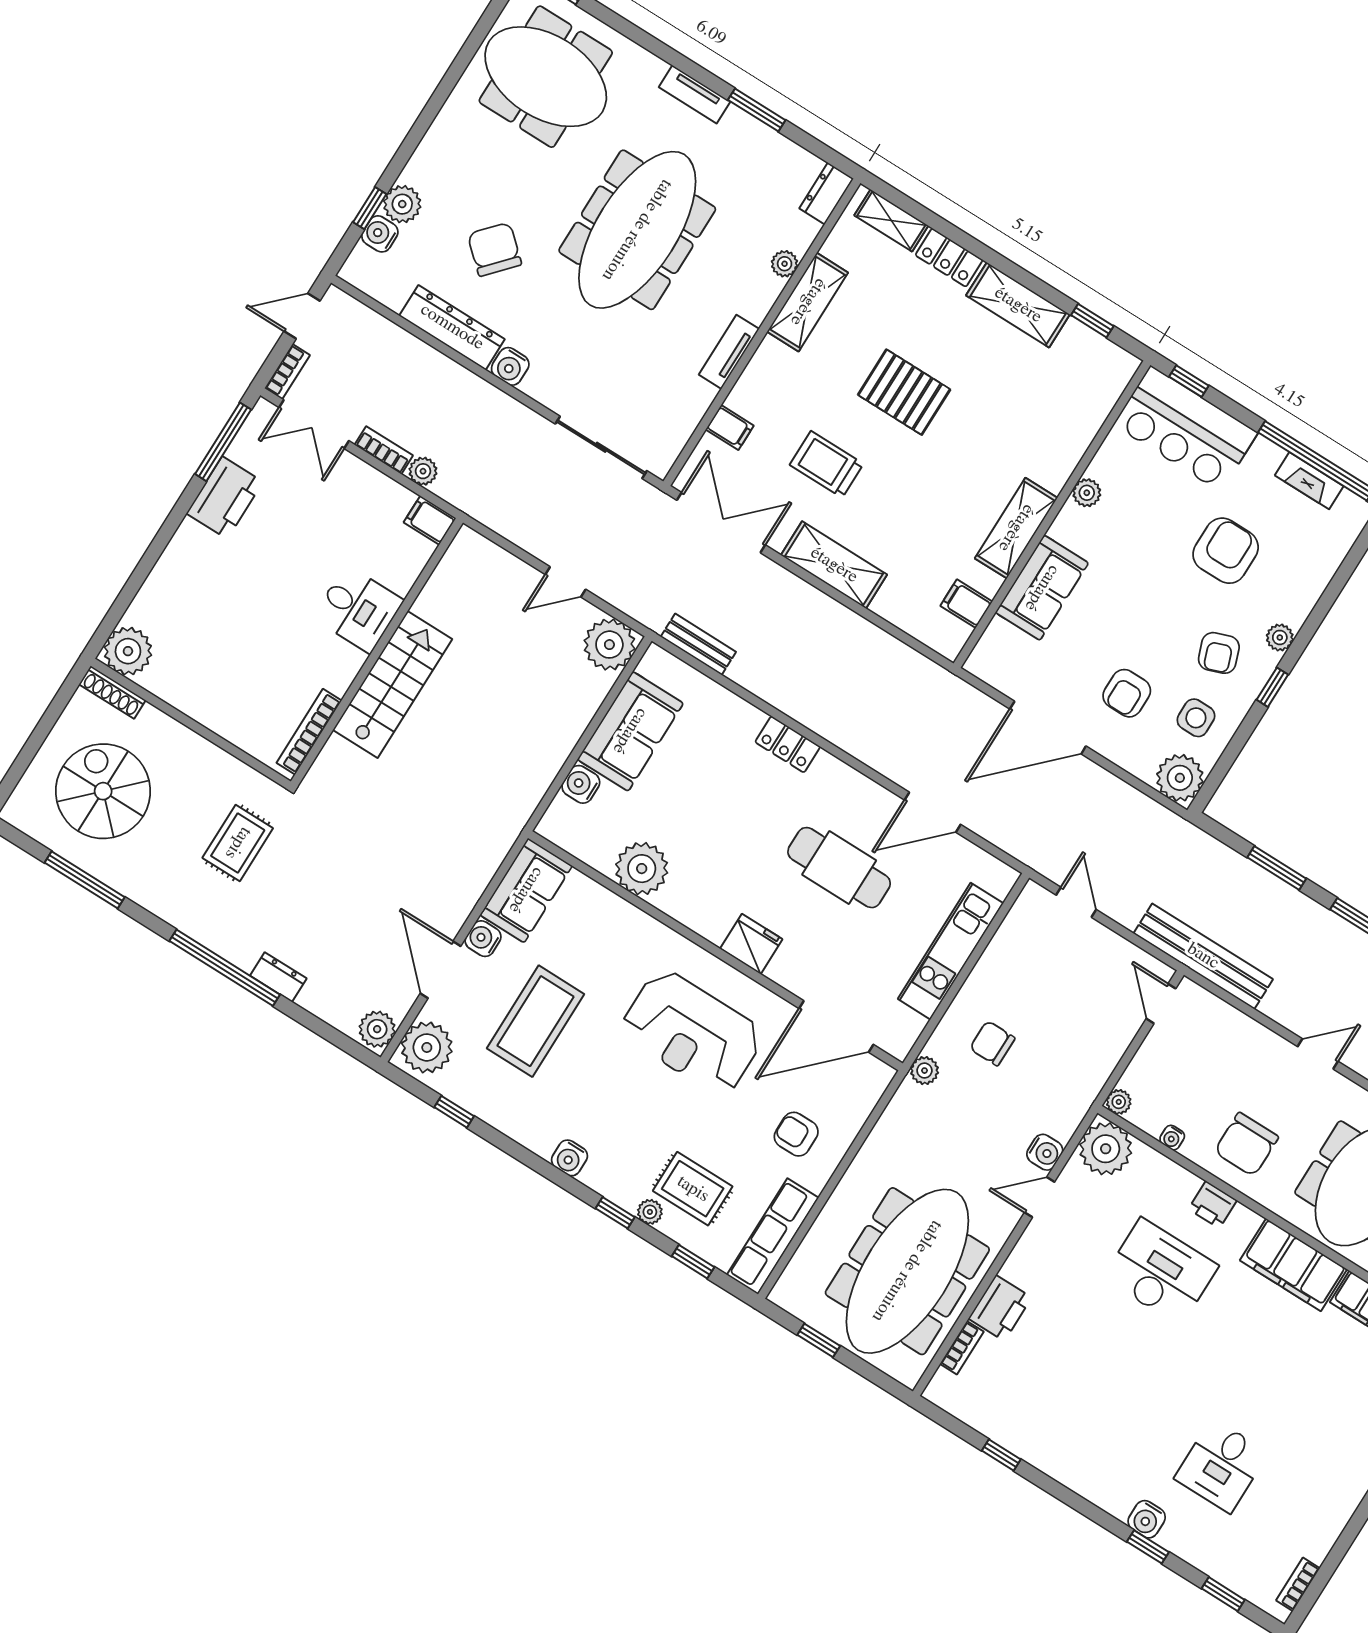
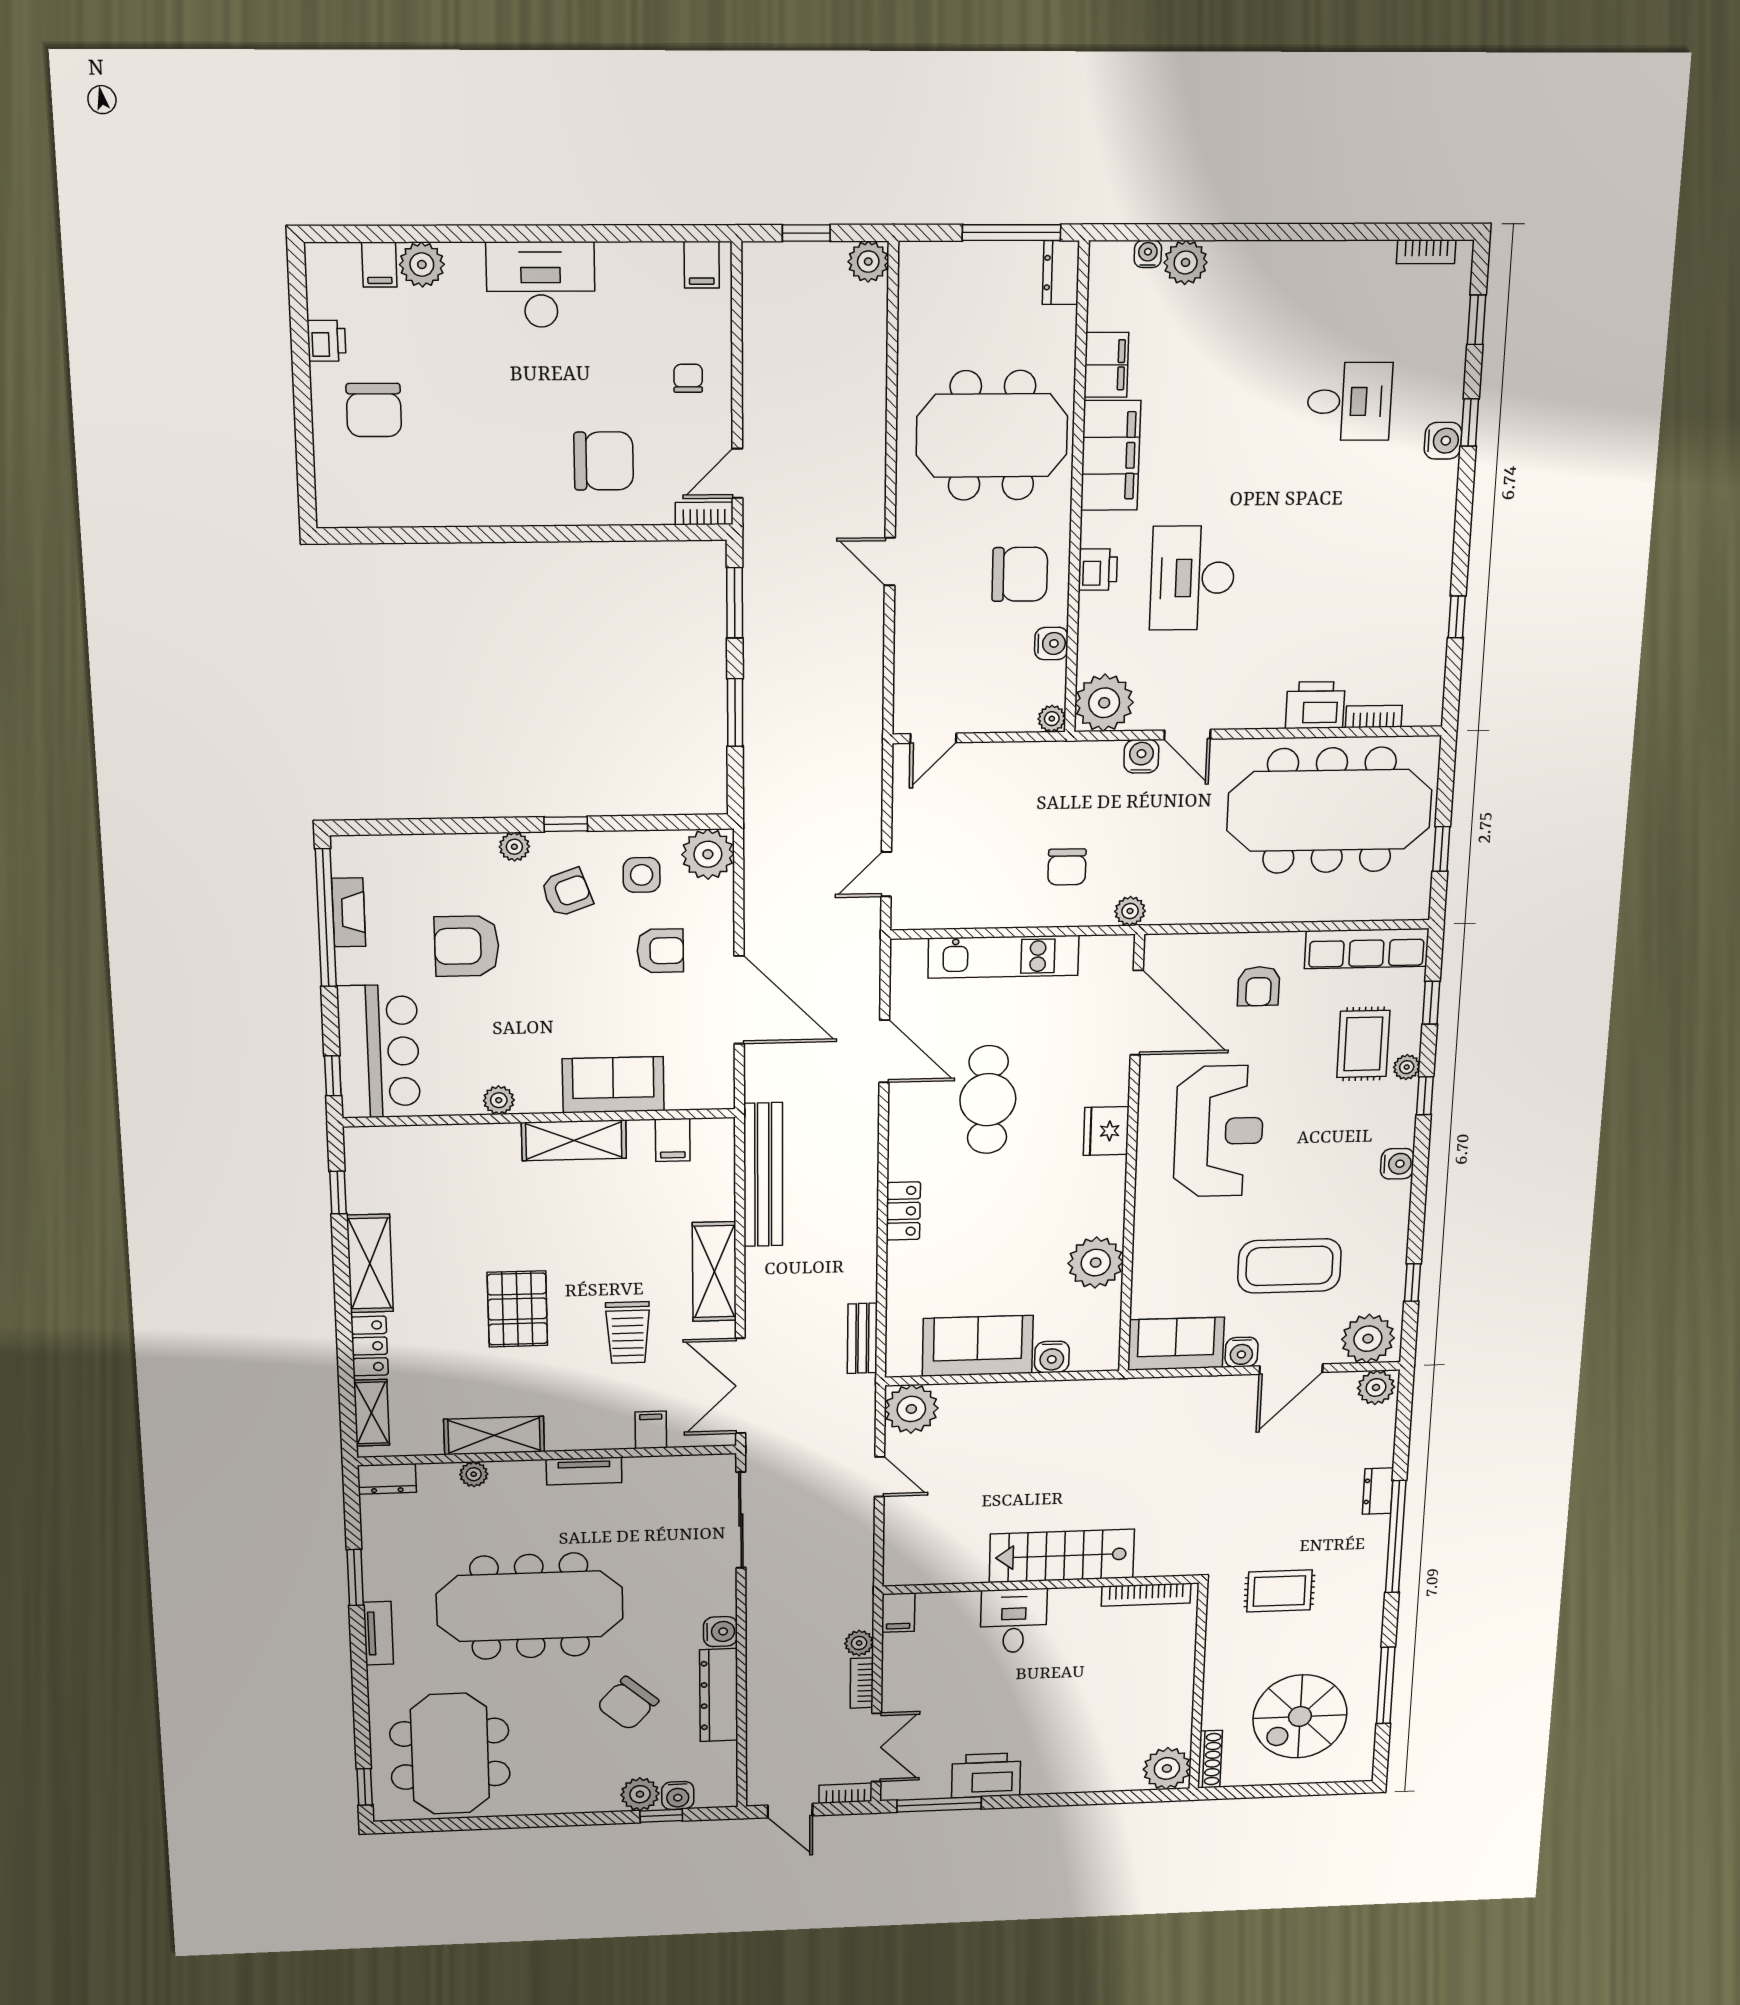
bench: (1203, 956) -> (763, 1175), moved
water cooler: (1172, 1138) -> (1051, 643), width x1.38, depth x1.38

